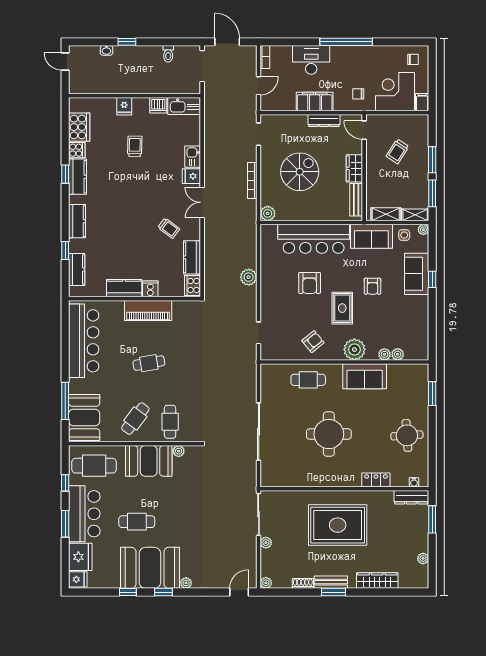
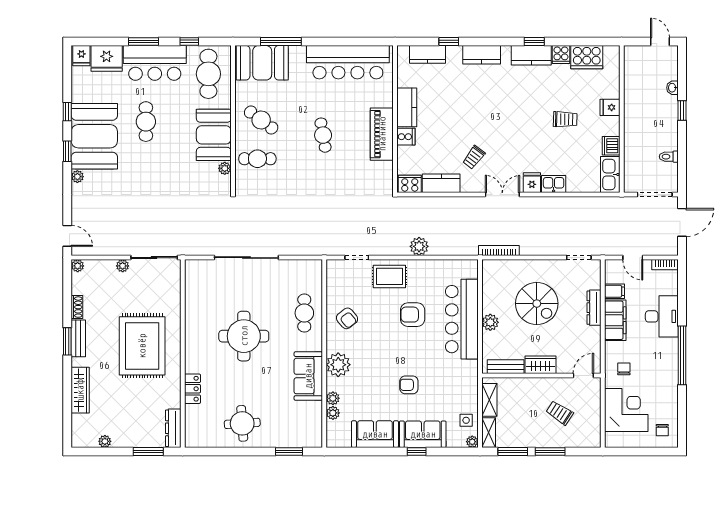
door: (65, 61) -> (660, 41), hinge flipped
filing cabinet: (422, 102) -> (614, 291), moved
dresser: (324, 121) -> (594, 308), moved
bookcase: (252, 180) -> (499, 250), moved
plant: (268, 213) -> (490, 322), moved
sofa: (371, 236) -> (375, 434), moved, turned 90
rug: (342, 308) -> (389, 276), moved
water cooler: (414, 482) -> (190, 431), removed

